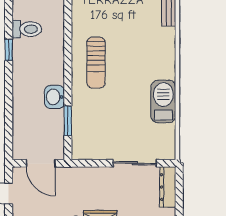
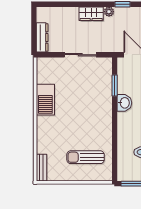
sun lounger: (96, 63) -> (86, 157), moved, turned -90
sliding door: (135, 163) -> (80, 55), moved

